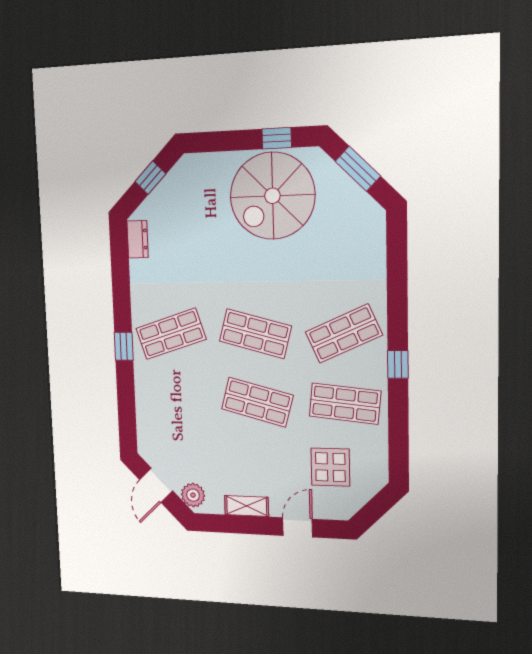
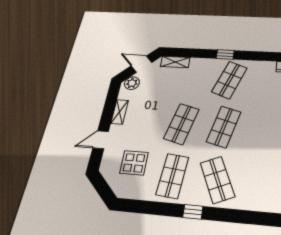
shop shelf: (171, 334) -> (229, 80), turned 39
shelving: (146, 429) -> (175, 62), added
door: (298, 527) -> (101, 140), swing flipped

